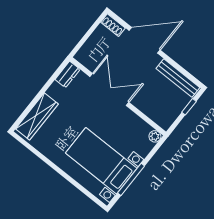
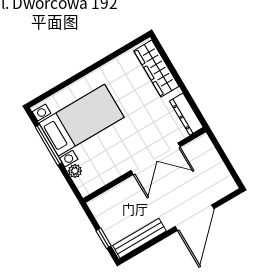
shoe rack: (113, 25) -> (224, 189), removed
dresser: (68, 74) -> (186, 114), width x1.44
plant: (155, 136) -> (75, 171), moved

